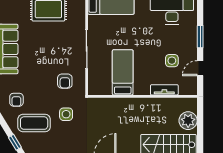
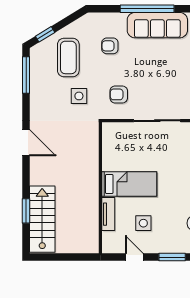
bed: (123, 72) -> (129, 184), moved
armchair: (16, 100) -> (110, 46), moved
plant: (188, 121) -> (71, 243), removed

